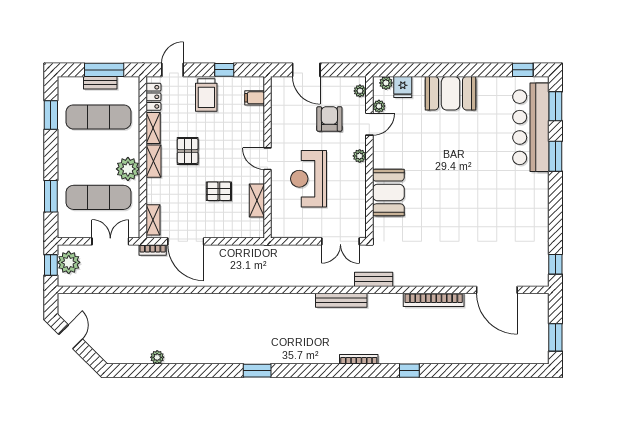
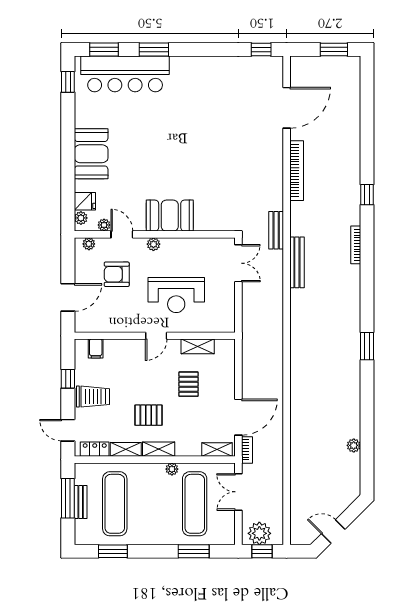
plant: (128, 169) -> (172, 469), width x0.53, depth x0.53
booth: (388, 192) -> (170, 216), moved

